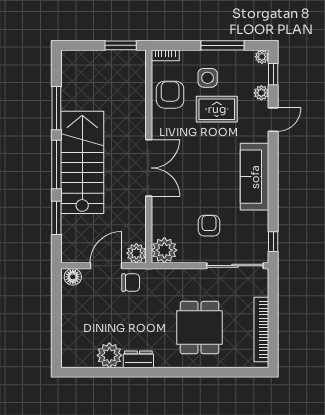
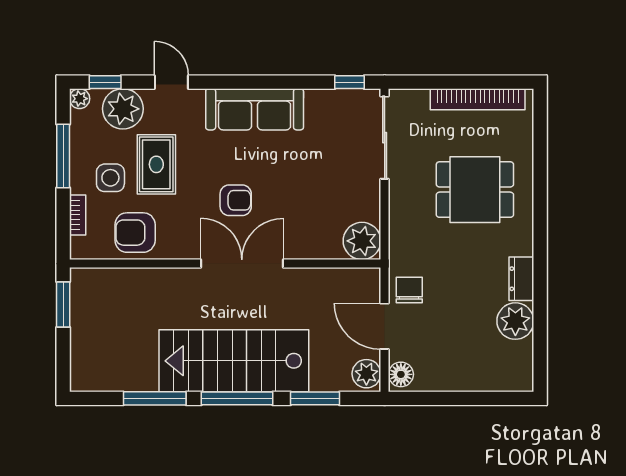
bookcase: (165, 55) -> (78, 215), moved
plant: (261, 93) -> (123, 109), width x1.88, depth x1.88
armchair: (209, 226) -> (236, 200), moved, turned 180
plant: (136, 253) -> (366, 374), moved

